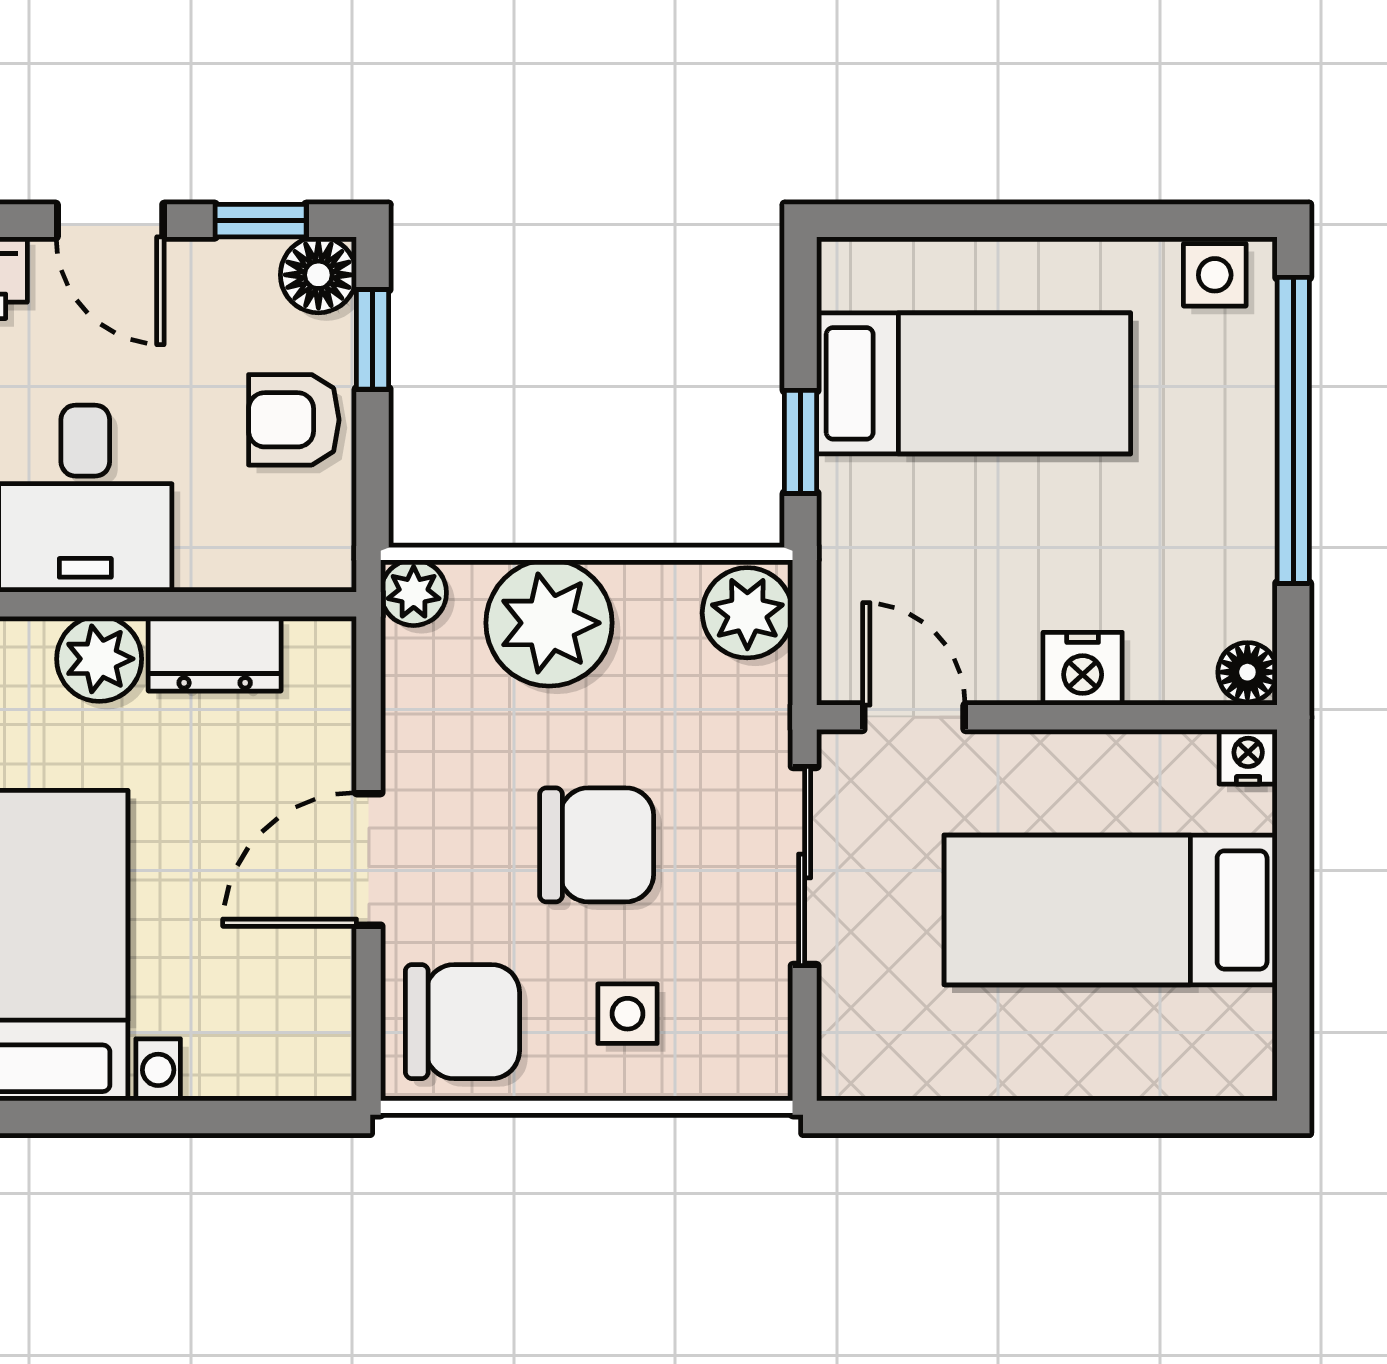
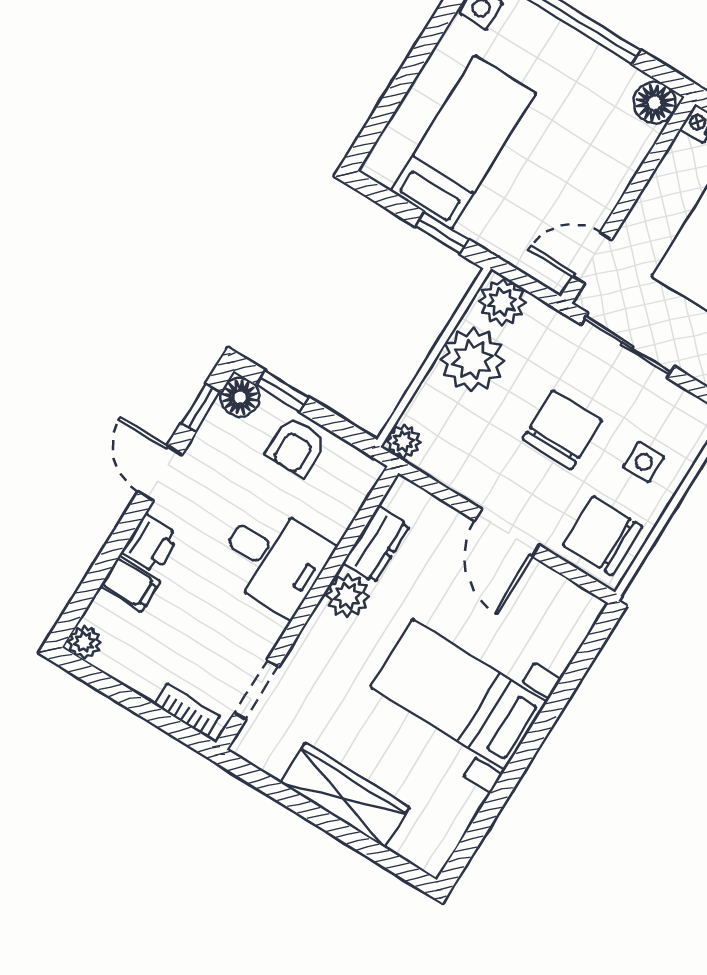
door: (110, 221) -> (160, 473), swing flipped
plant: (549, 623) -> (472, 360), moved
nightstand: (1083, 669) -> (617, 172), removed
floor lamp: (1247, 672) -> (655, 103), width x1.37, depth x1.37
chair: (462, 1022) -> (603, 536), turned -90

